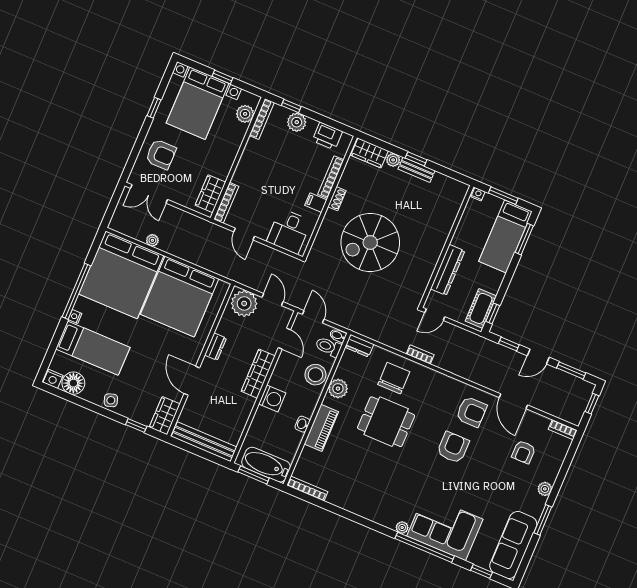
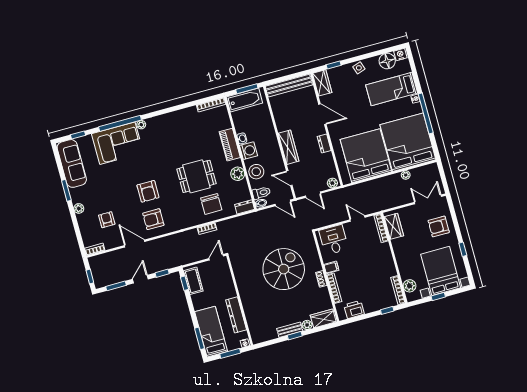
plant: (297, 122) -> (377, 304), removed
dresser: (448, 270) -> (236, 315), moved
plant: (244, 303) -> (332, 183), width x0.53, depth x0.53
washing machine: (272, 398) -> (249, 151), moved, turned 180

